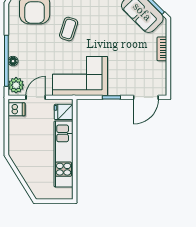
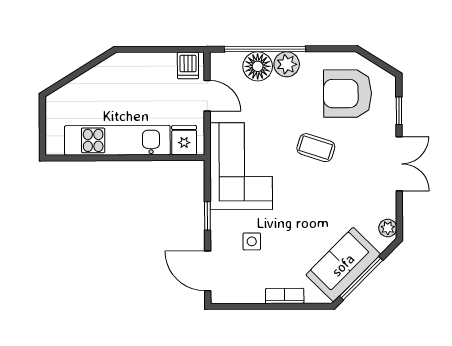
floor lamp: (13, 61) -> (258, 66), width x1.89, depth x1.89
side table: (127, 70) -> (252, 241), added
plant: (16, 85) -> (287, 64), moved

